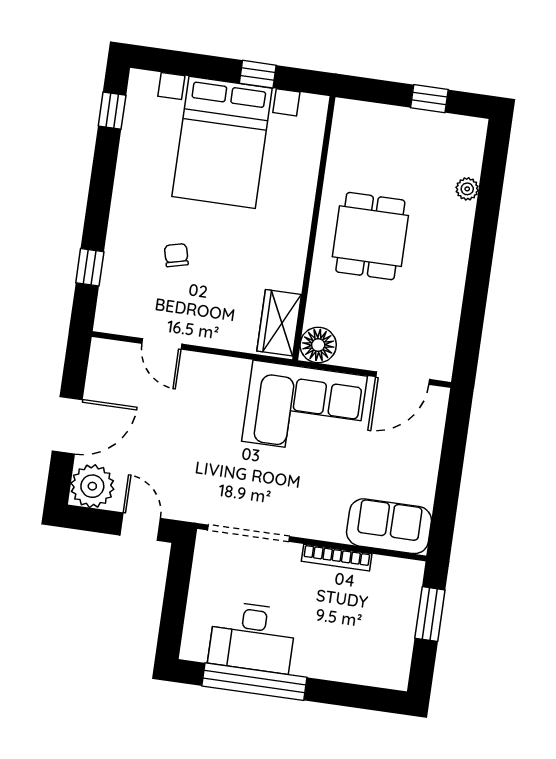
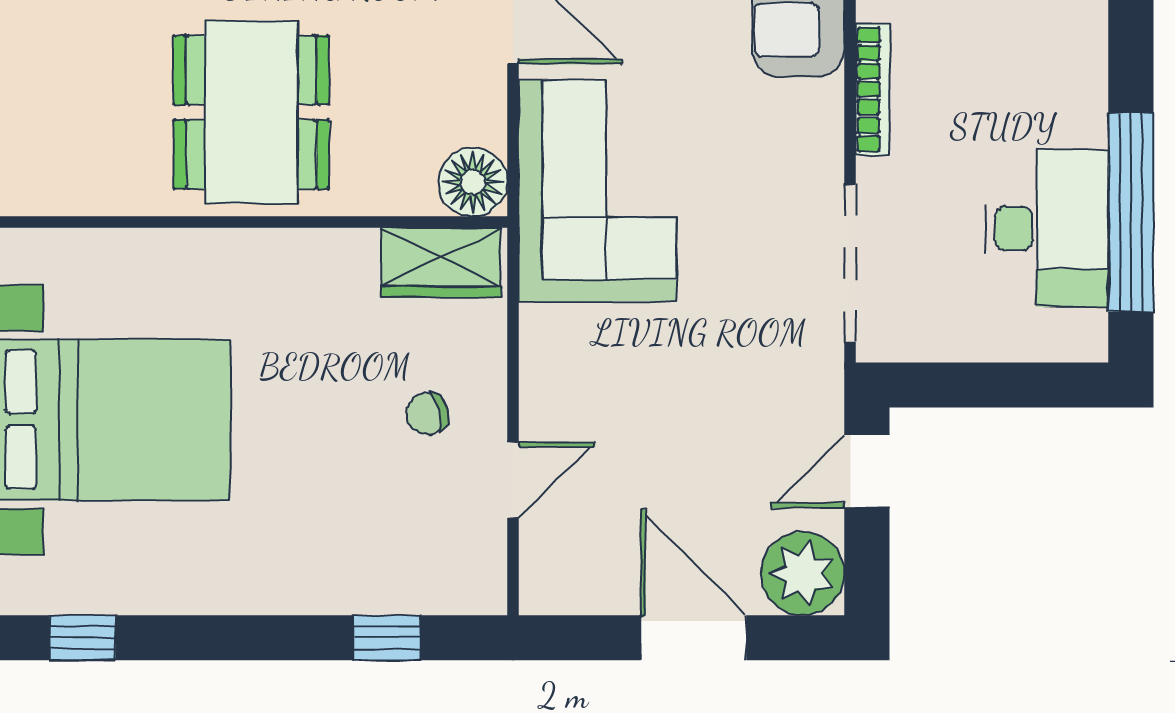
dining table: (370, 236) -> (251, 112), width x1.38
chair: (176, 255) -> (427, 414), moved

